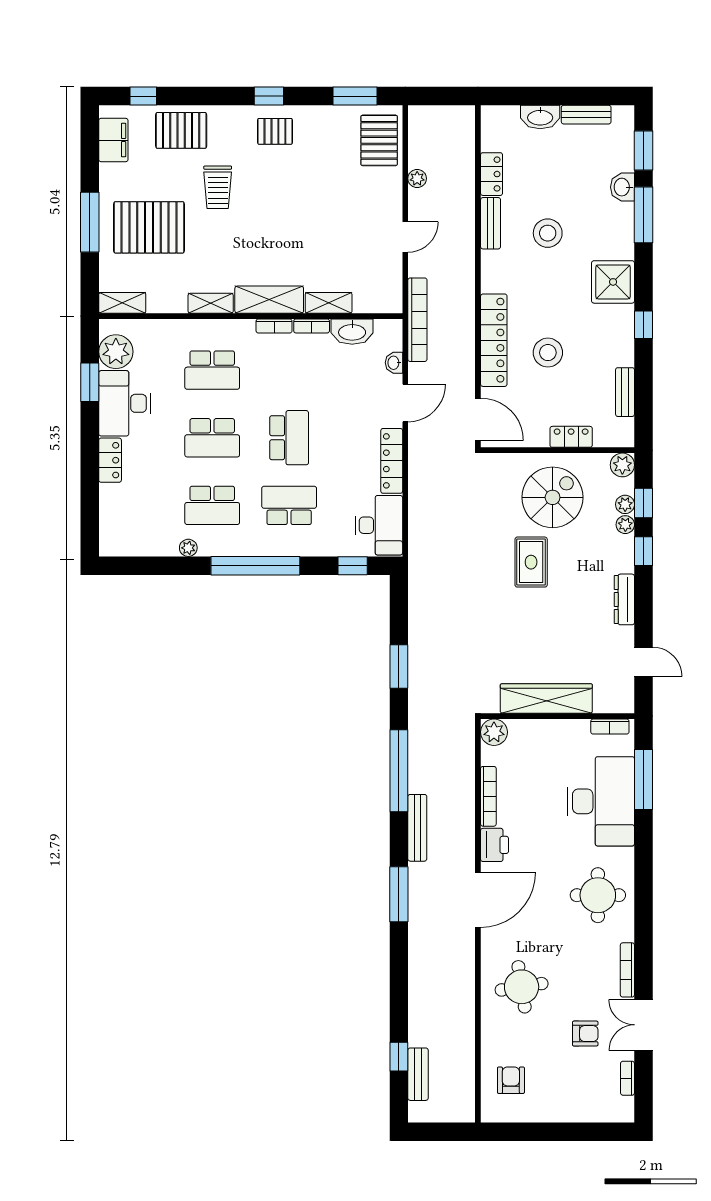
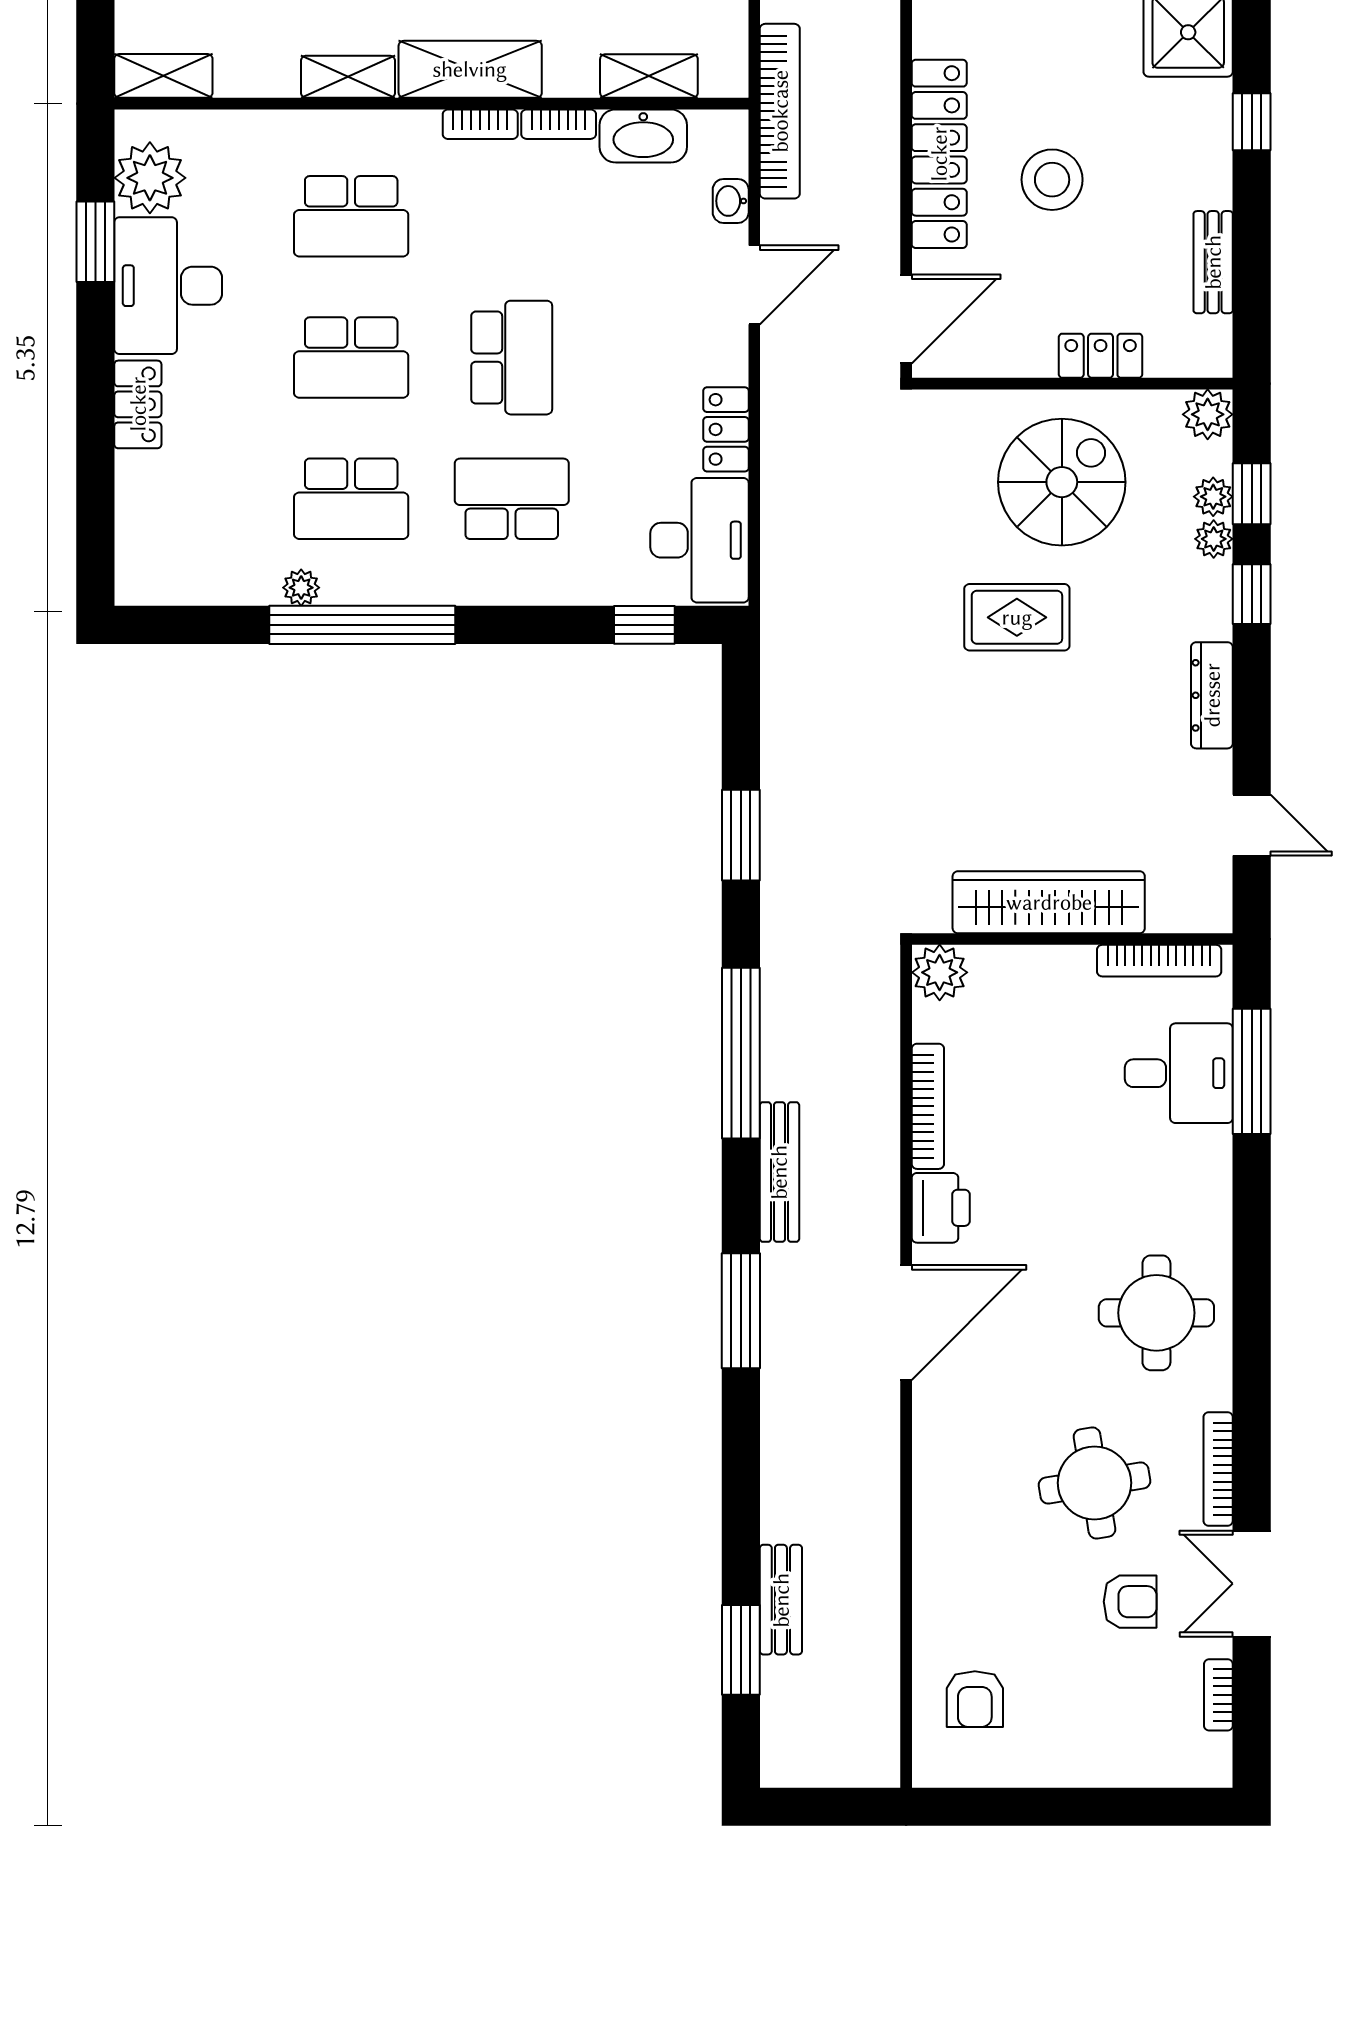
shelving: (329, 303) -> (649, 76), moved
door: (478, 419) -> (906, 319), hinge flipped
locker: (392, 461) -> (726, 429), width x0.66
rug: (531, 562) -> (1017, 617), turned 90
window: (255, 566) -> (362, 625), moved
bookcase: (610, 727) -> (1159, 961), width x1.56
desk: (601, 801) -> (1179, 1073), width x0.53, depth x0.77
round table: (522, 987) -> (1094, 1483), moved
window: (399, 1057) -> (741, 1650), width x1.50
bench: (418, 1074) -> (781, 1600), moved
armchair: (511, 1080) -> (975, 1699), turned 180

